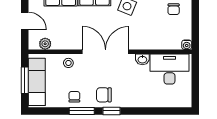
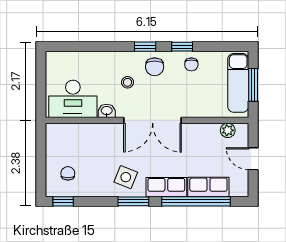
water cooler: (187, 45) -> (52, 129), removed
stool: (68, 63) -> (127, 82), moved
chair: (104, 95) -> (155, 67), turned 90
window: (82, 111) -> (182, 47), width x0.67

